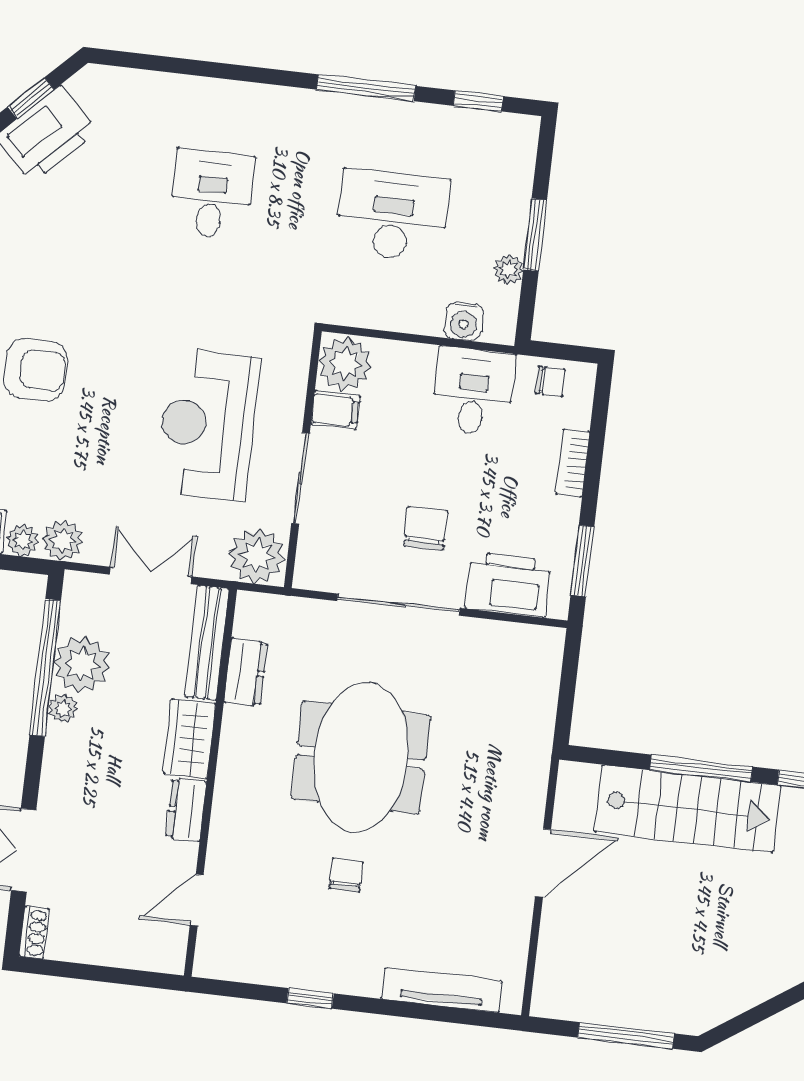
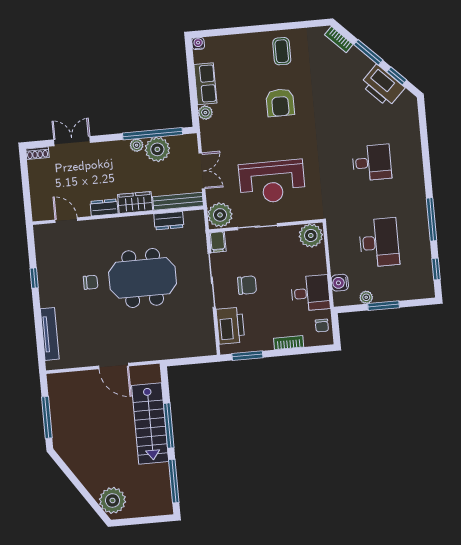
filing cabinet: (335, 410) -> (218, 242), moved
reception desk: (208, 425) -> (272, 182), turned 180
plant: (63, 540) -> (209, 130), removed

